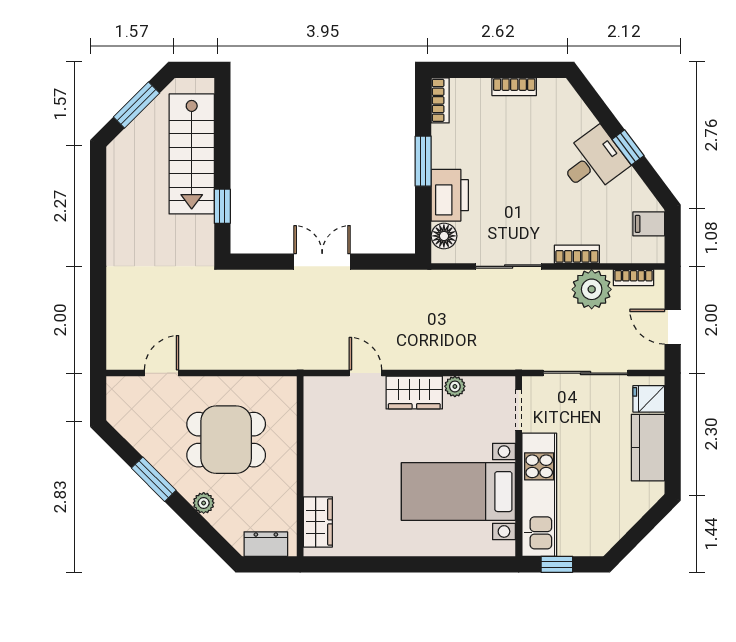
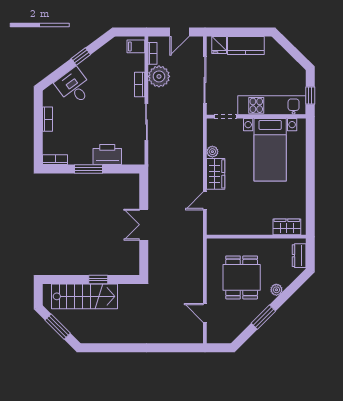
desk: (593, 161) -> (74, 87), moved
window: (222, 206) -> (98, 280), moved
filing cabinet: (649, 224) -> (136, 46), moved, turned 90
floor lamp: (444, 236) -> (130, 158), removed

